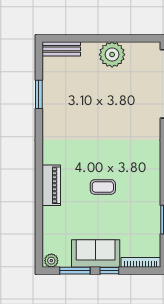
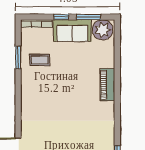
coffee table: (103, 187) -> (40, 60), moved
plant: (51, 261) -> (103, 30), width x1.88, depth x1.88

